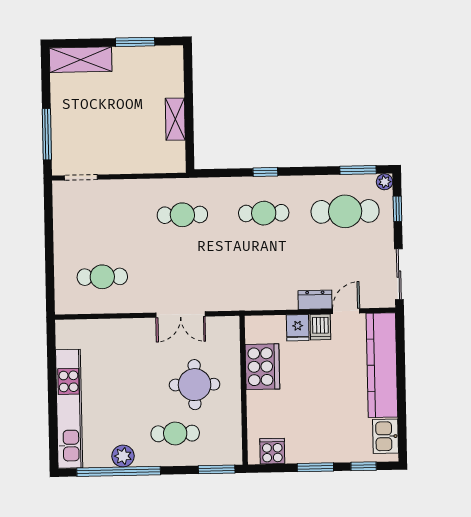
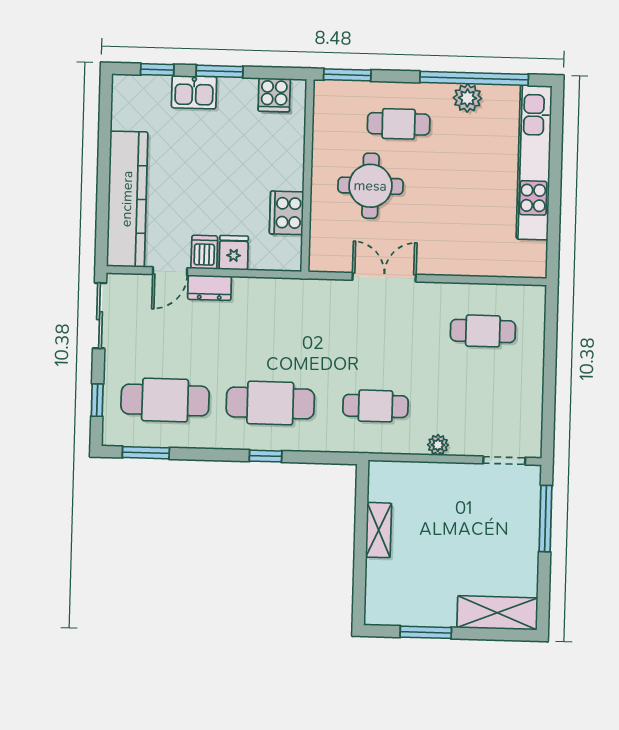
plant: (385, 182) -> (438, 445), moved
cafe table: (264, 213) -> (270, 403), width x1.37, depth x1.35
cooker: (262, 367) -> (287, 213), width x0.73, depth x0.76
kitchen sink: (386, 436) -> (194, 92), moved, turned 90

